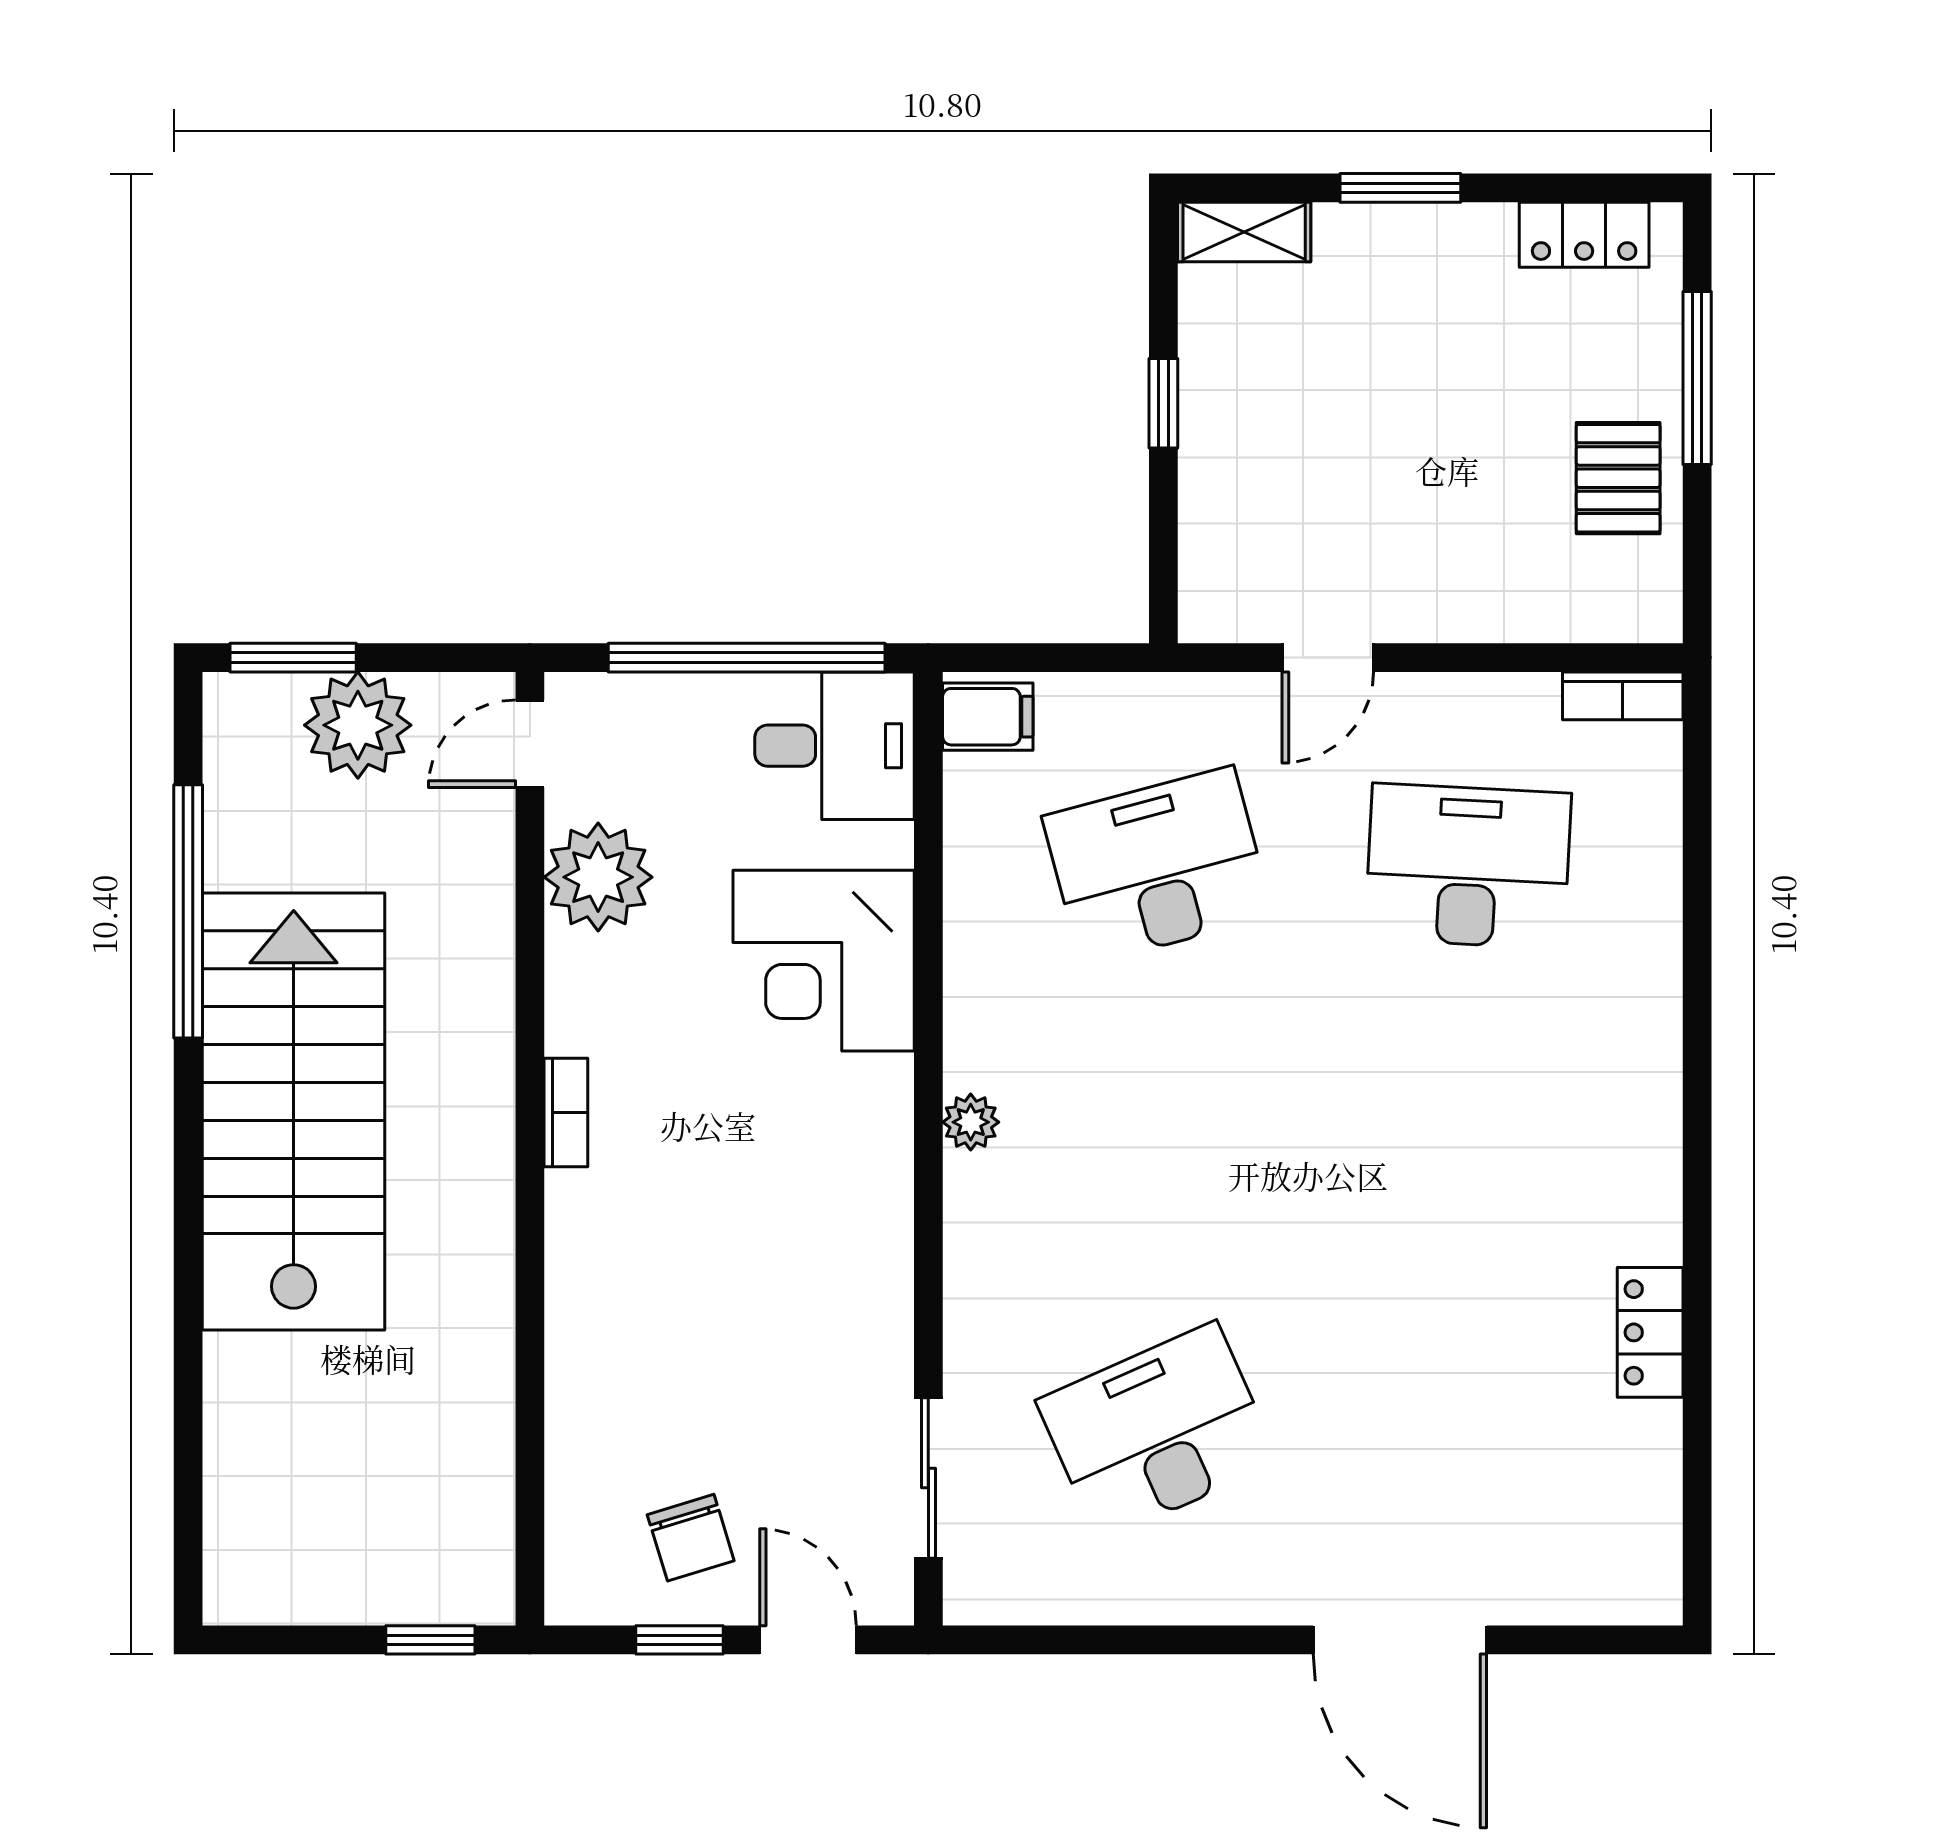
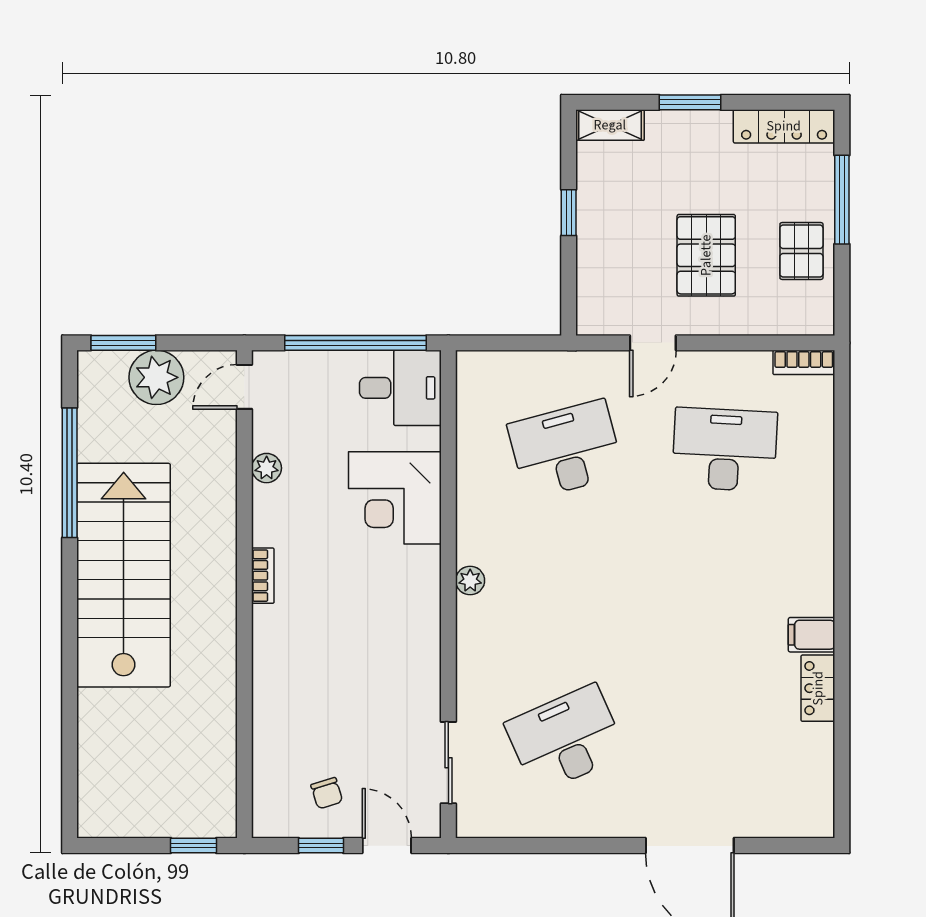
locker: (1584, 235) -> (784, 126), width x1.53
pallet: (1432, 487) -> (706, 255), added
filing cabinet: (988, 717) -> (812, 635), moved, turned 180
plant: (598, 877) -> (267, 468), width x0.53, depth x0.53
chair: (691, 1538) -> (327, 793), width x0.73, depth x0.73

